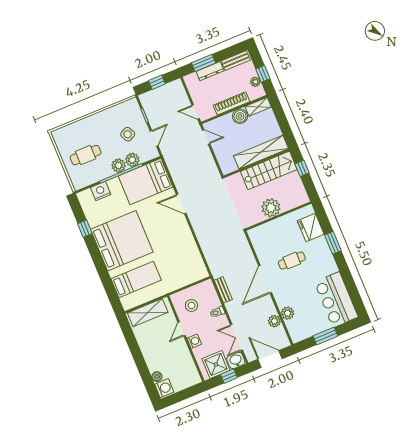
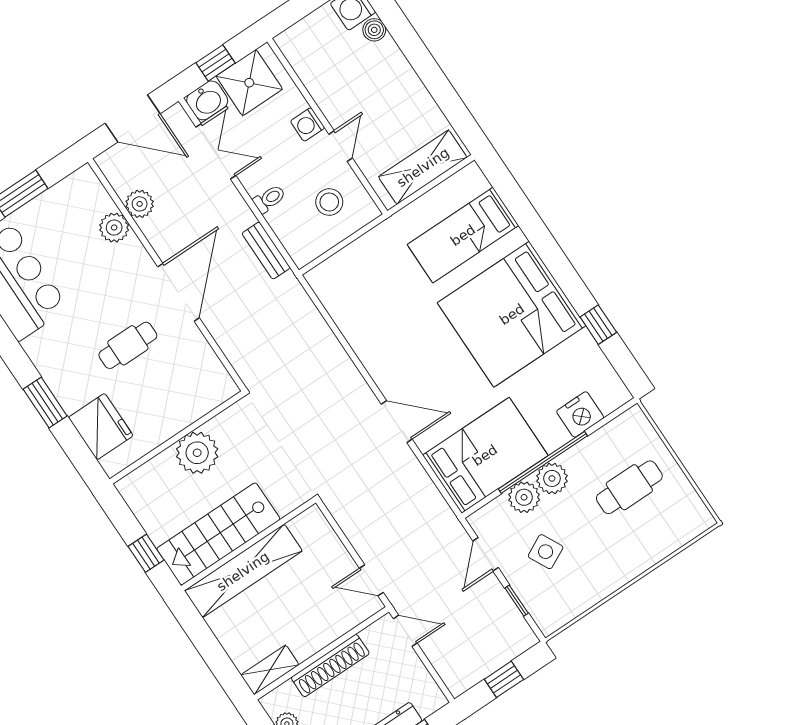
boiler: (240, 116) -> (306, 641), removed

